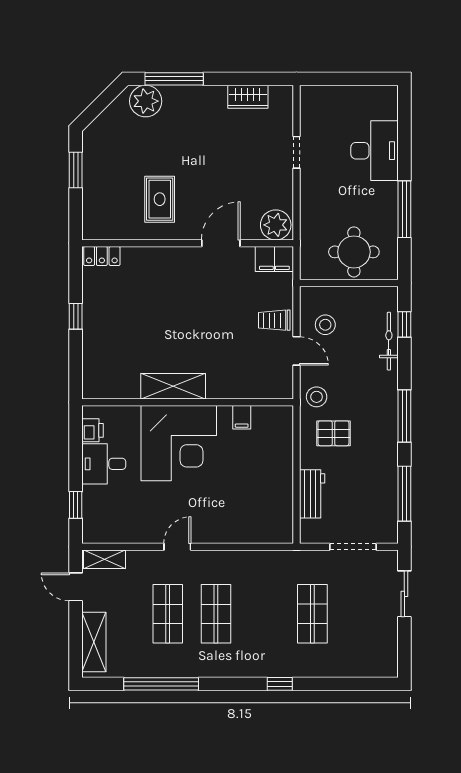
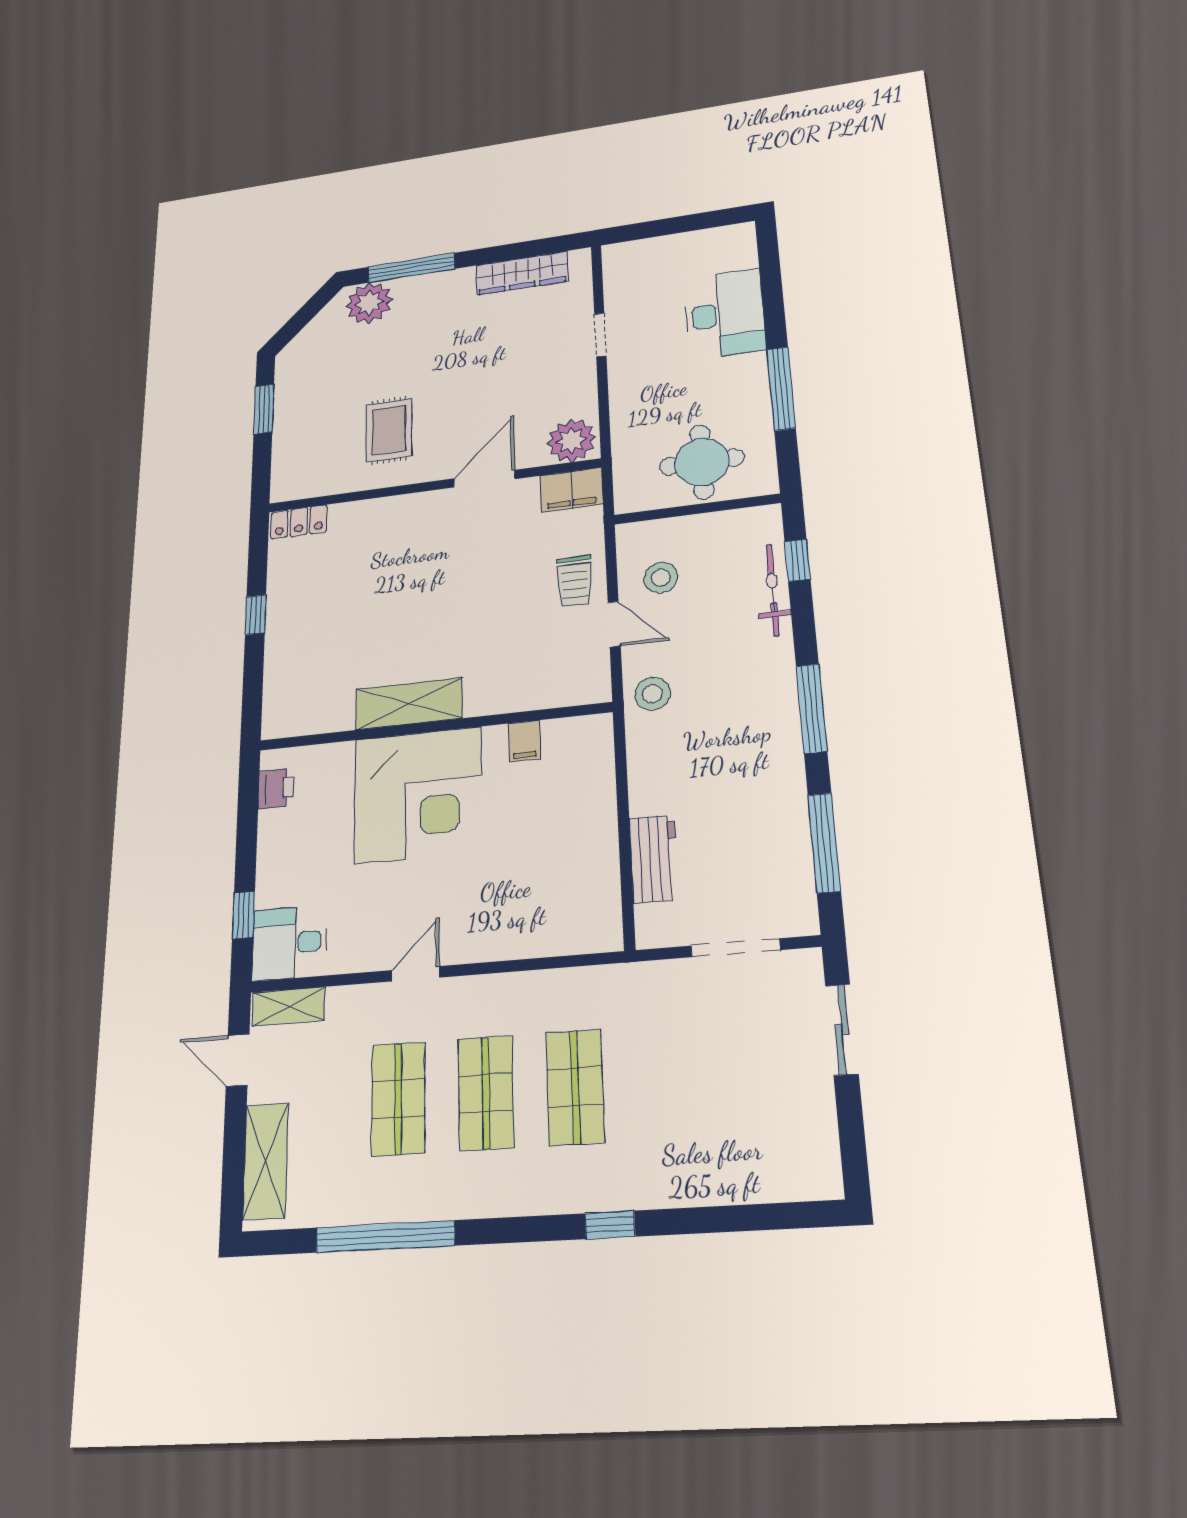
wardrobe: (248, 97) -> (522, 273), width x1.50
trolley: (274, 320) -> (575, 581), turned -90
pallet: (333, 433) -> (686, 751), removed
desk: (104, 464) -> (289, 943), moved
shop shelf: (312, 614) -> (575, 1087), moved

